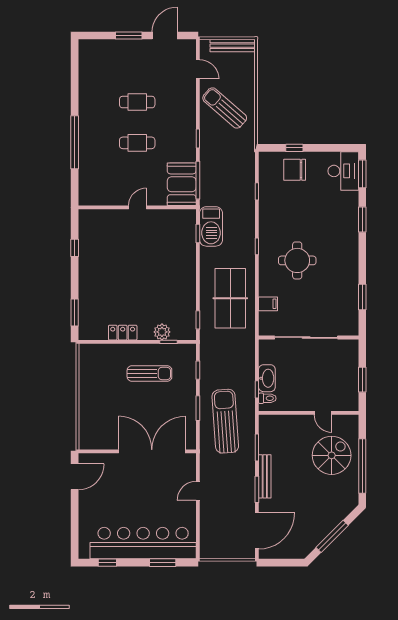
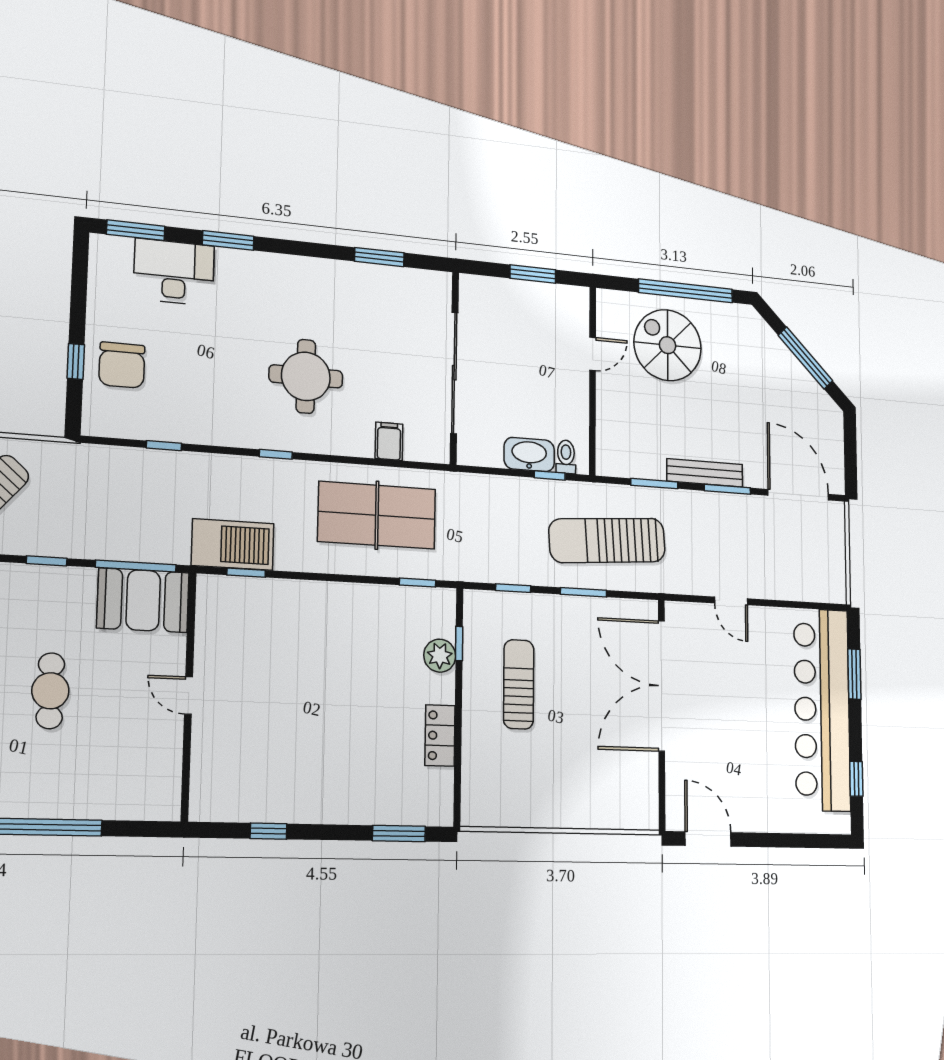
desk: (343, 171) -> (174, 272), moved

